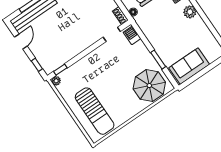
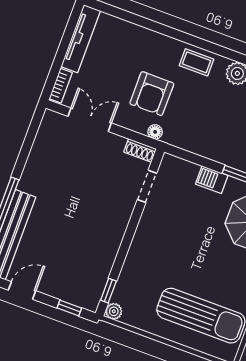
barbecue: (132, 35) -> (212, 180), moved
door: (21, 41) -> (22, 290), hinge flipped

